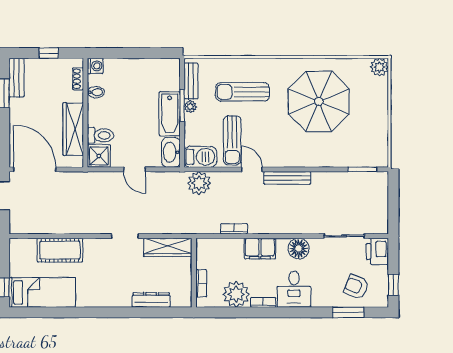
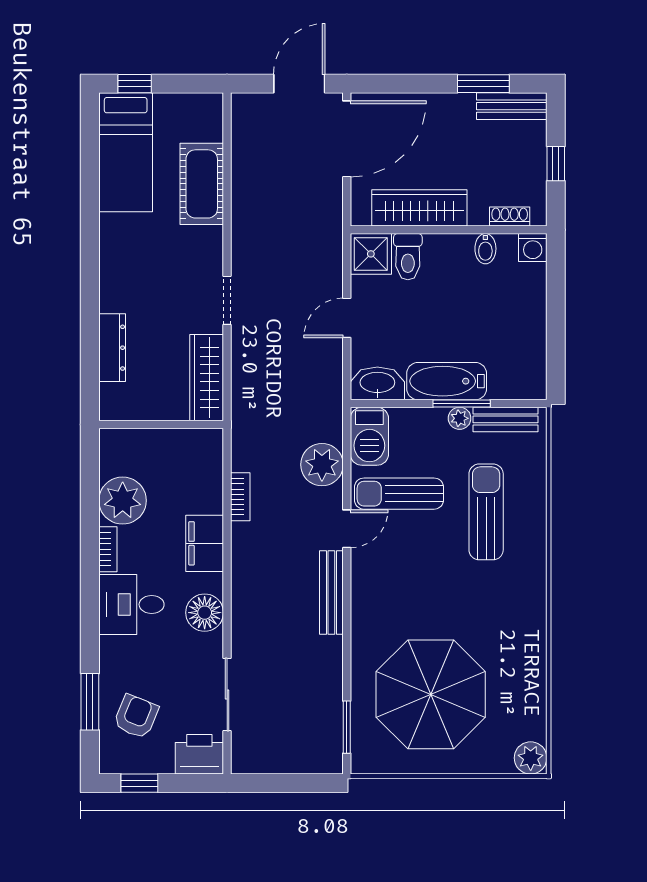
parasol: (319, 101) -> (431, 694), moved
plant: (199, 183) -> (322, 465), moved
bookcase: (201, 283) -> (142, 438), removed

